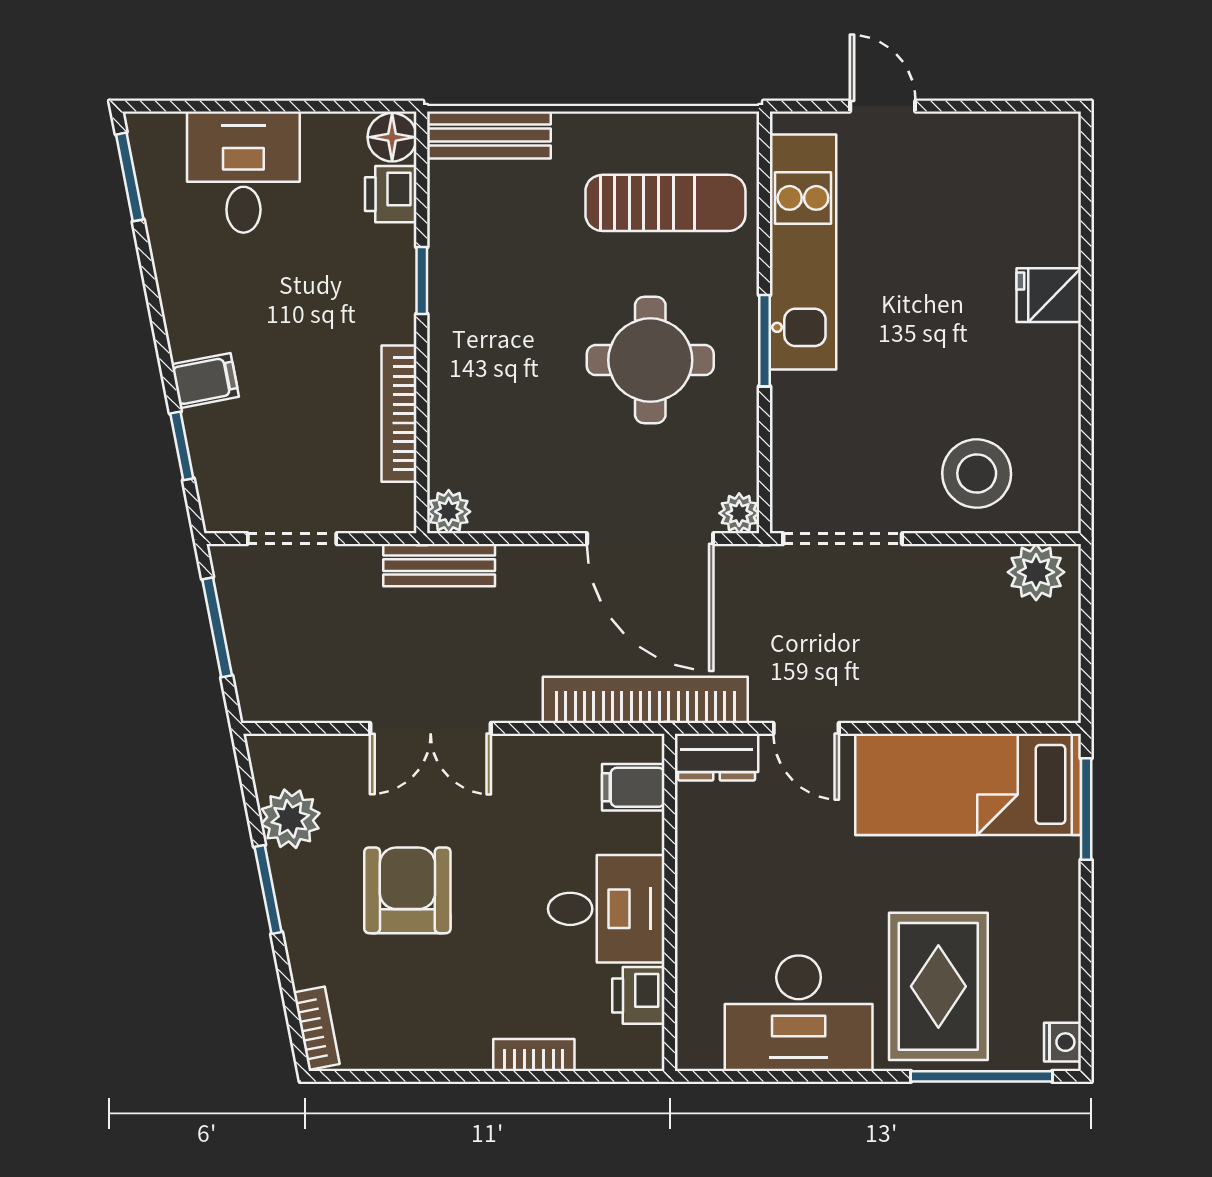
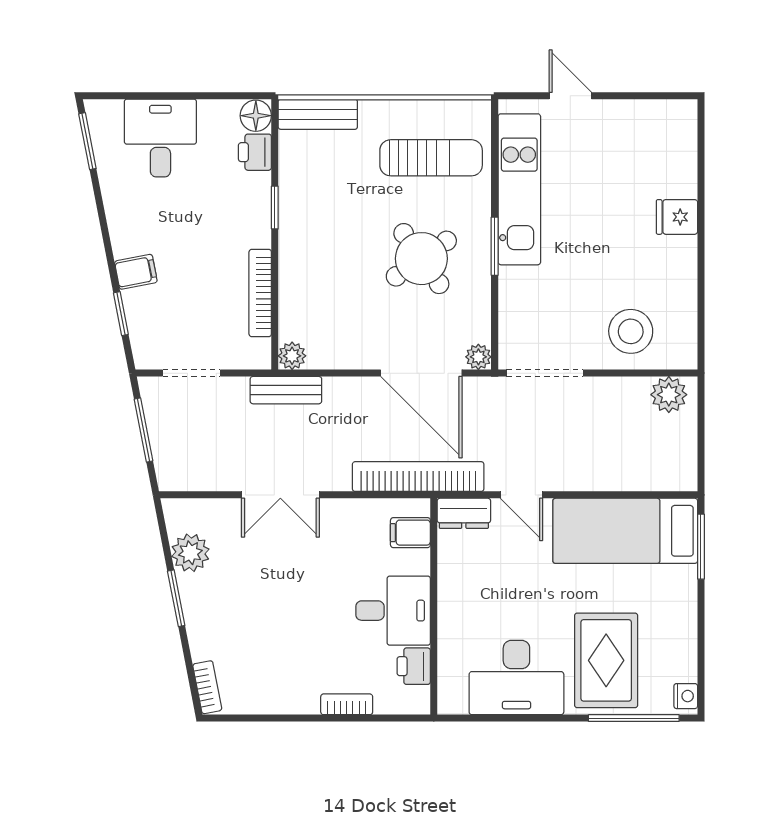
round table: (650, 360) -> (421, 259), turned -35
armchair: (407, 890) -> (266, 599), removed

